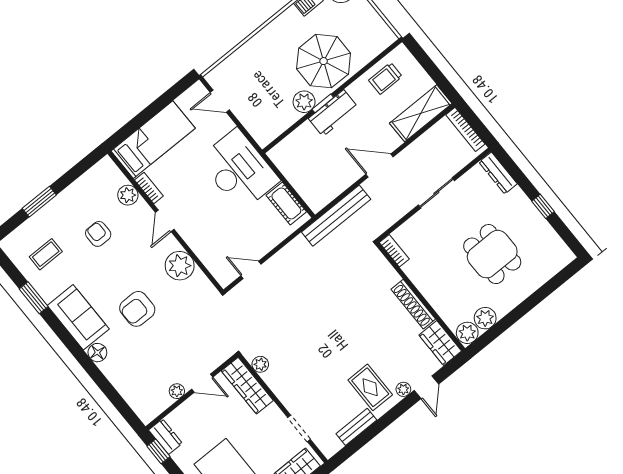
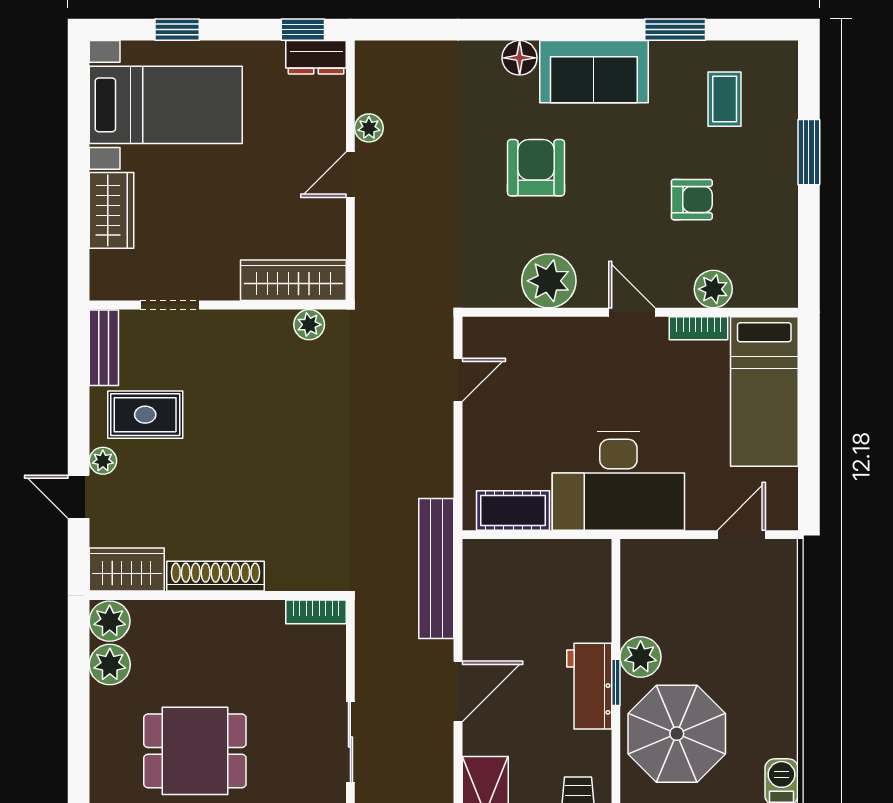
plant: (260, 364) -> (309, 325), moved
wardrobe: (247, 386) -> (293, 280), moved
wall: (283, 409) -> (218, 305), moved
doorway: (299, 428) -> (170, 305), moved

